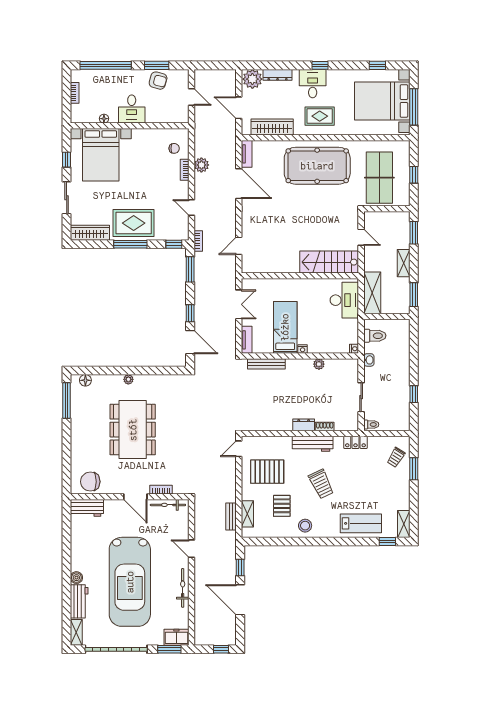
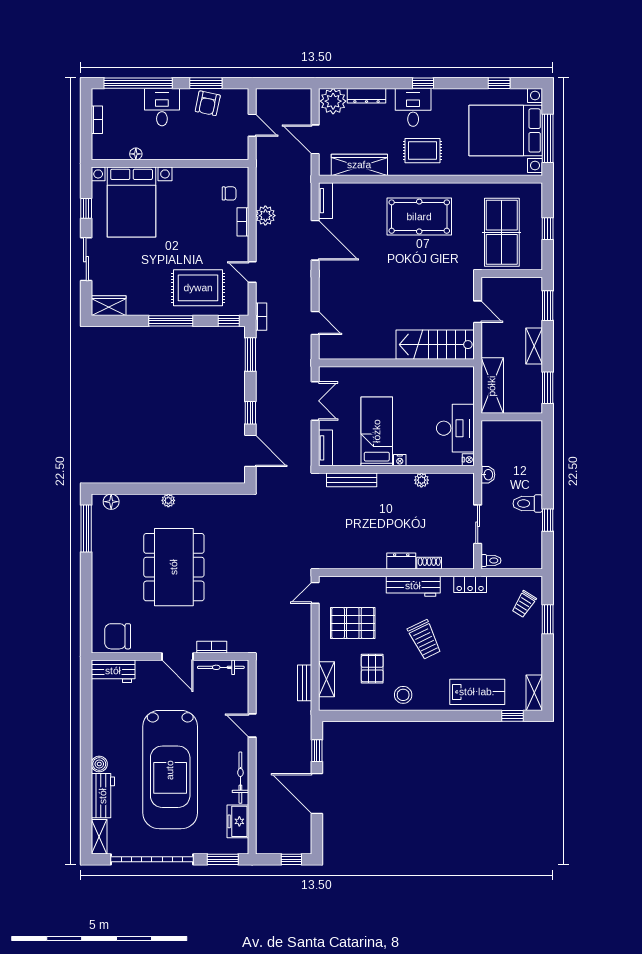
armchair: (158, 81) -> (208, 103), turned 87
desk: (132, 109) -> (162, 107), moved, turned 180
pool table: (317, 166) -> (419, 217), width x0.73, depth x0.76
rug: (134, 223) -> (198, 288), moved
wardrobe: (90, 233) -> (109, 306), width x0.67
door: (239, 246) -> (315, 323), swing flipped
desk: (344, 300) -> (455, 428), moved
toilet: (375, 336) -> (528, 504), moved, turned 180
freezer: (176, 637) -> (238, 821), moved, turned -90

